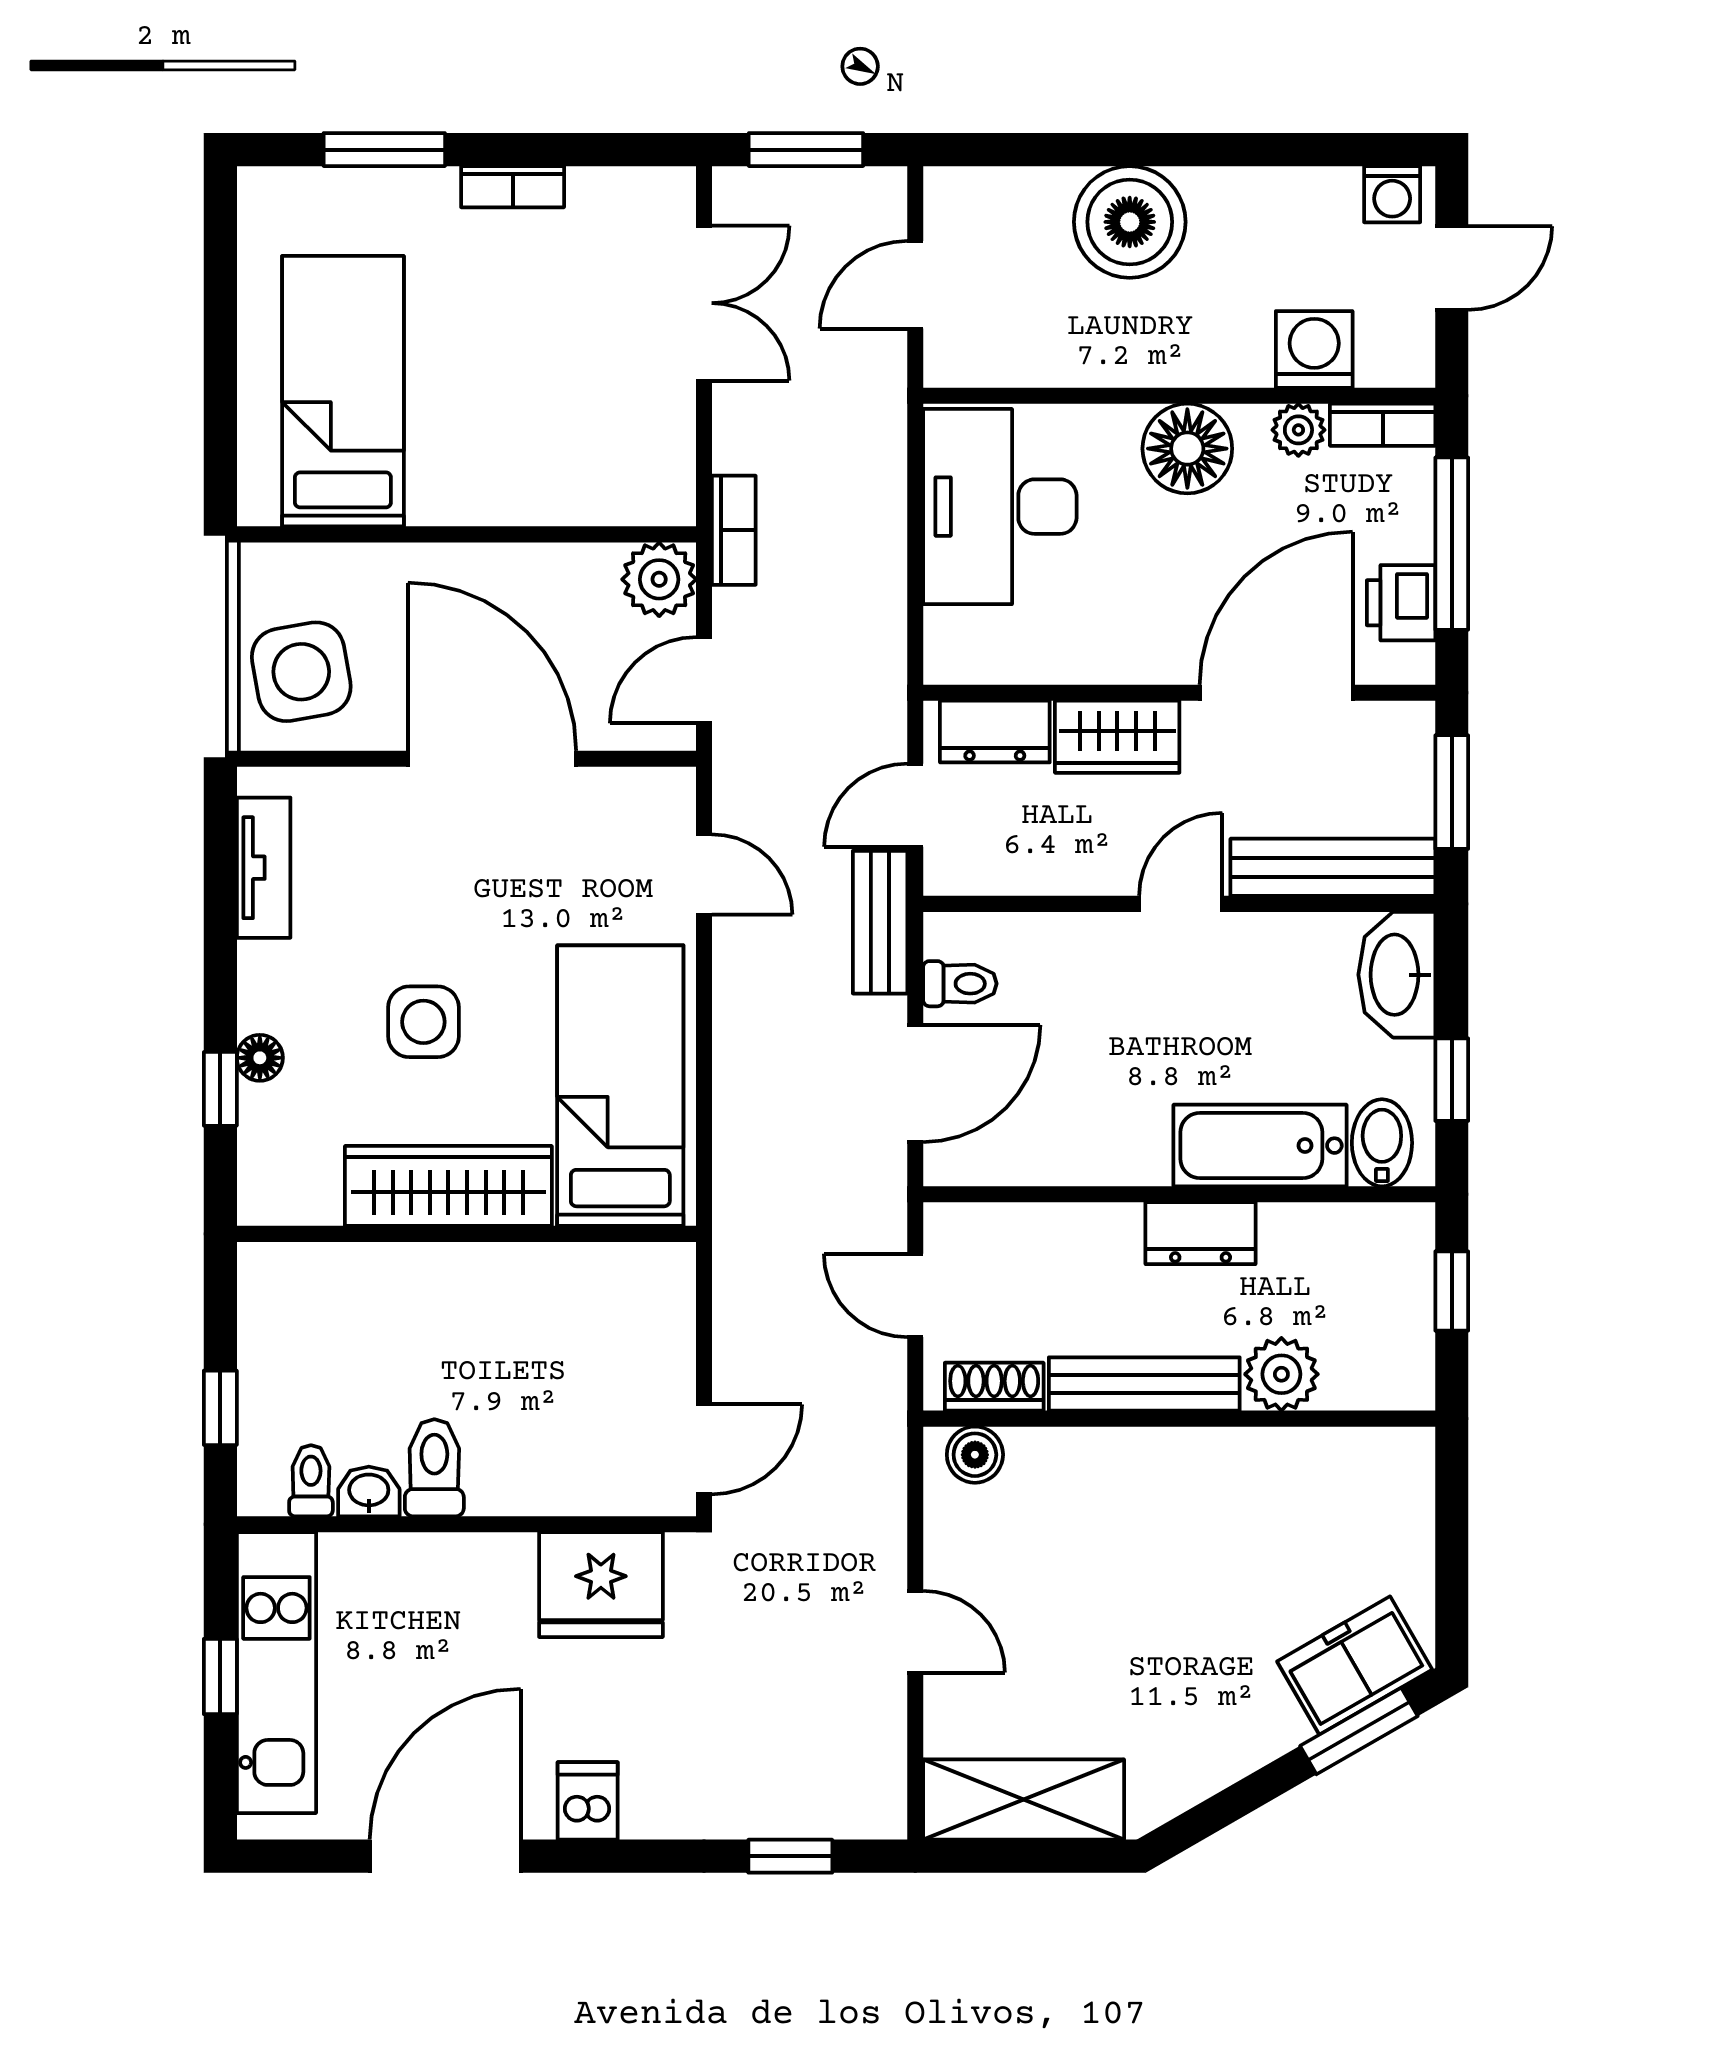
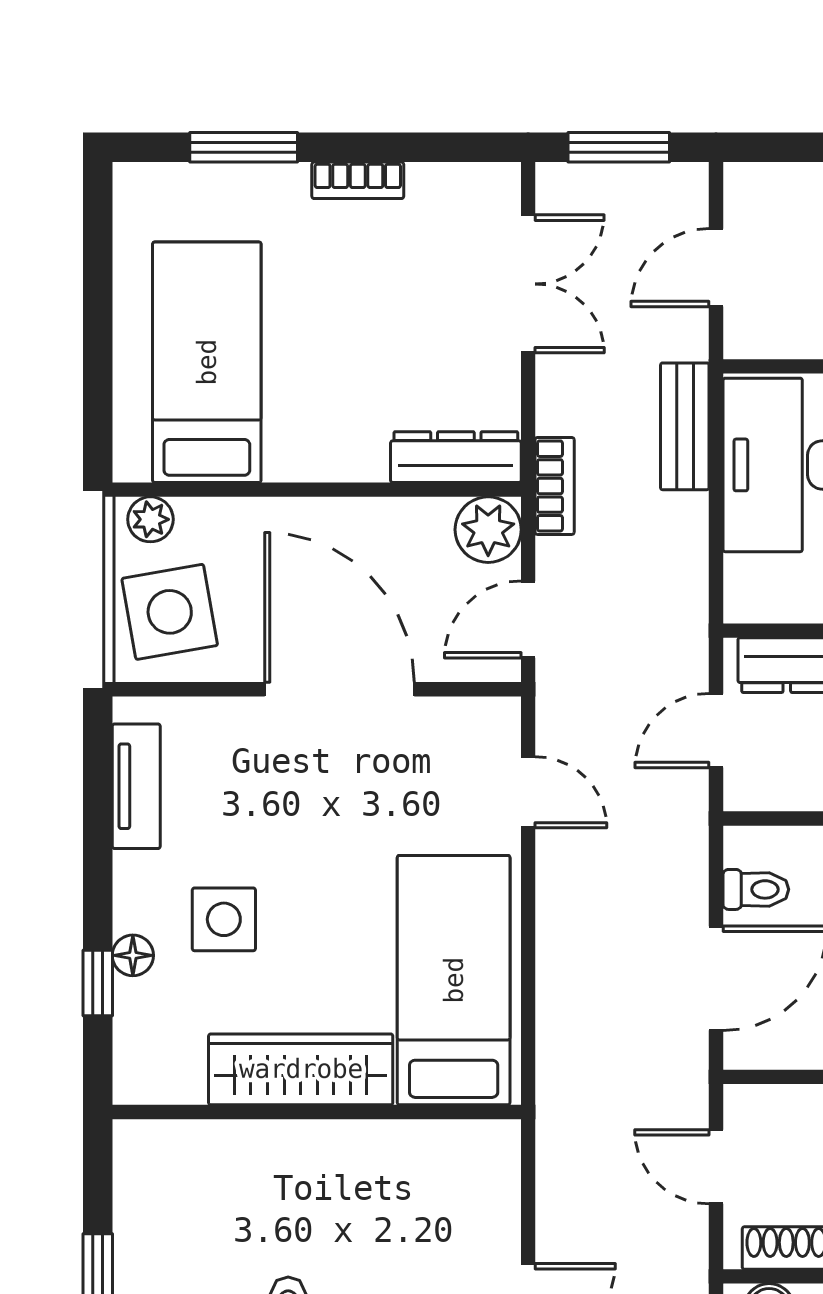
dresser: (623, 498) -> (456, 457), added
plant: (280, 568) -> (150, 519), added
bench: (880, 922) -> (685, 426), moved
side table: (423, 1022) -> (224, 919), moved

